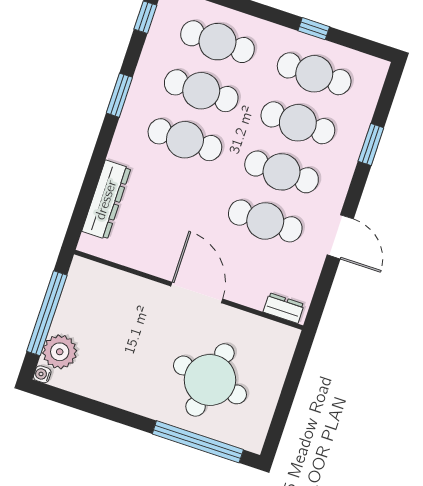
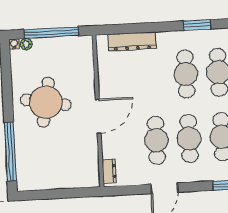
plant: (60, 352) -> (26, 44), width x0.53, depth x0.53
round table: (210, 380) -> (46, 102), moved

